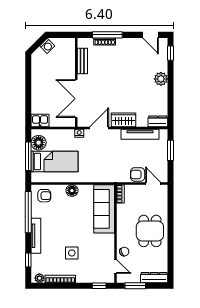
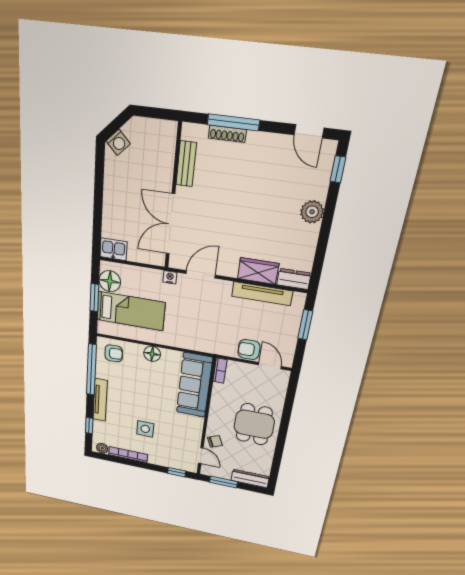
washing machine: (47, 46) -> (118, 142), moved
wardrobe: (123, 120) -> (258, 271), moved
window: (28, 156) -> (94, 298), width x0.69

